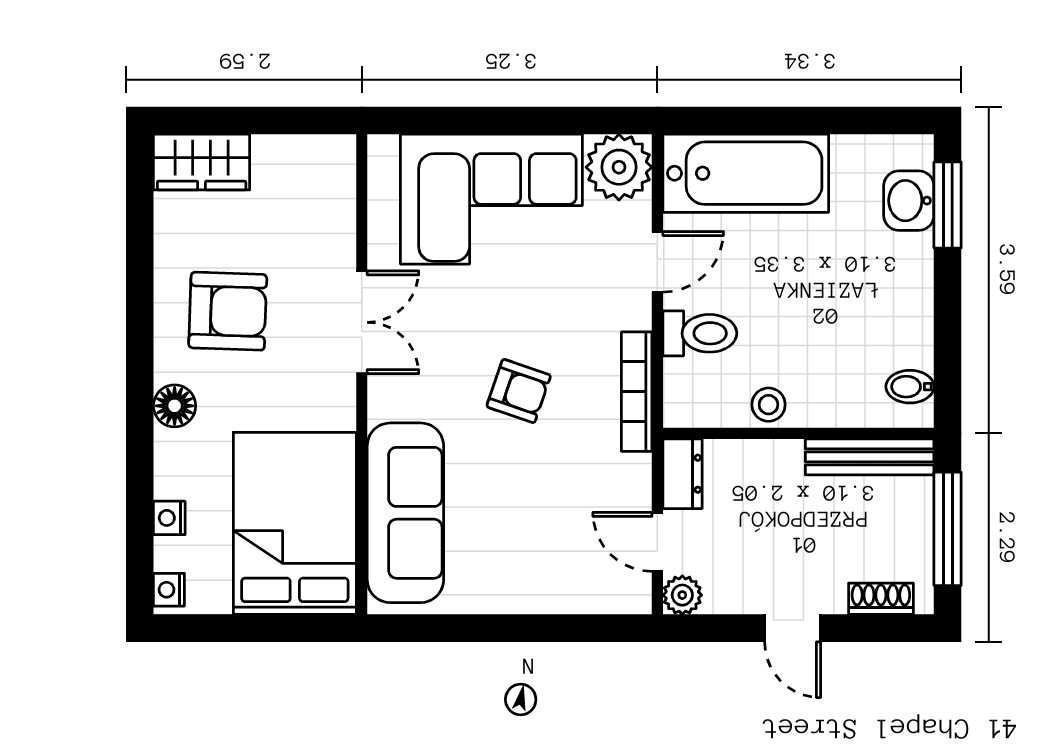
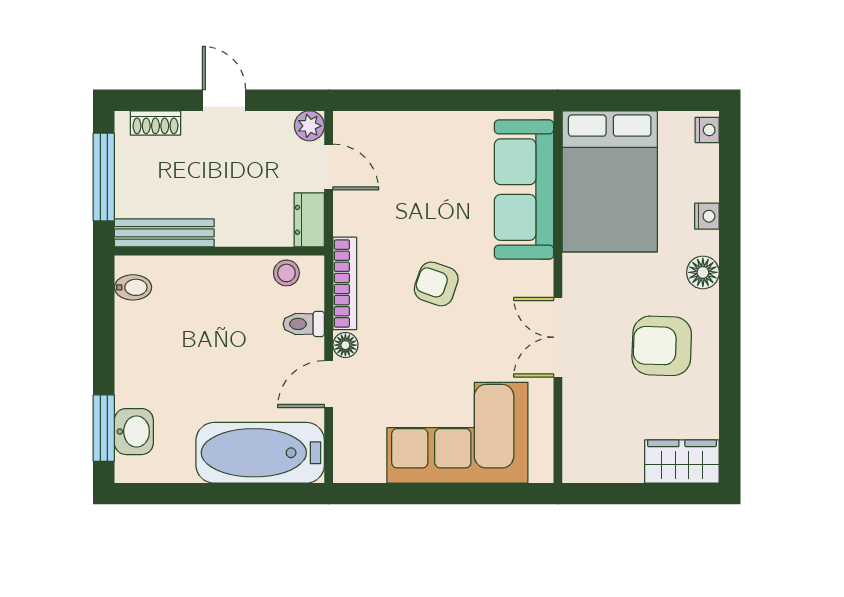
plant: (619, 167) -> (358, 457), removed
floor lamp: (636, 312) -> (345, 345), added
toilet: (700, 333) -> (304, 324), width x0.73, depth x0.72
stool: (769, 405) -> (286, 273), moved
nightstand: (169, 518) -> (707, 216), moved

